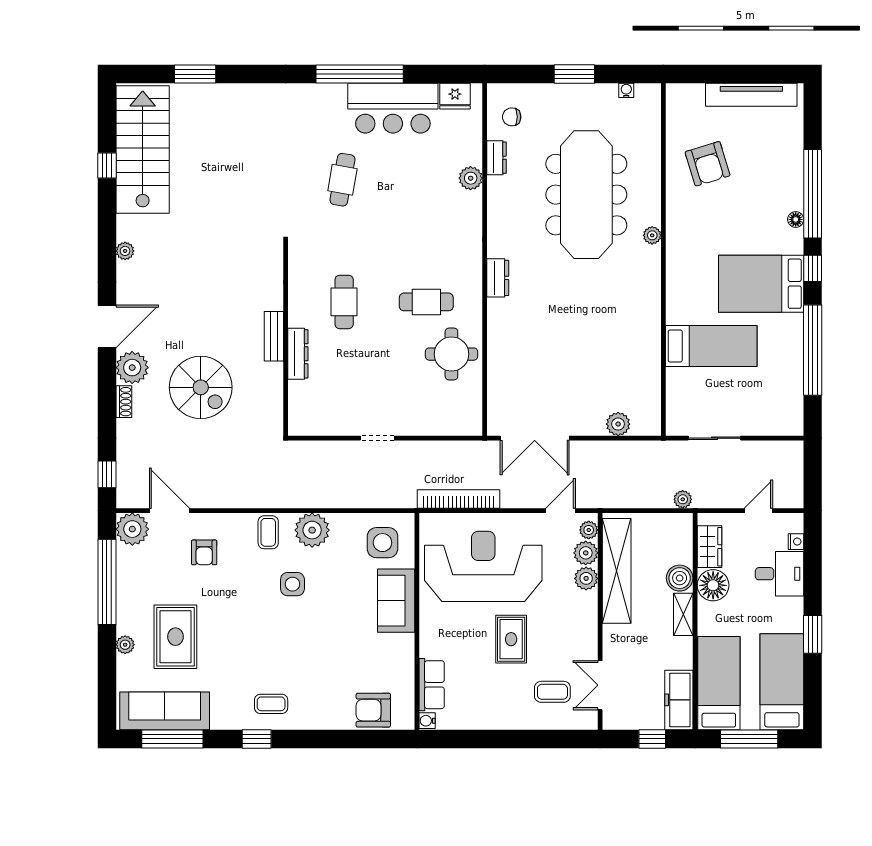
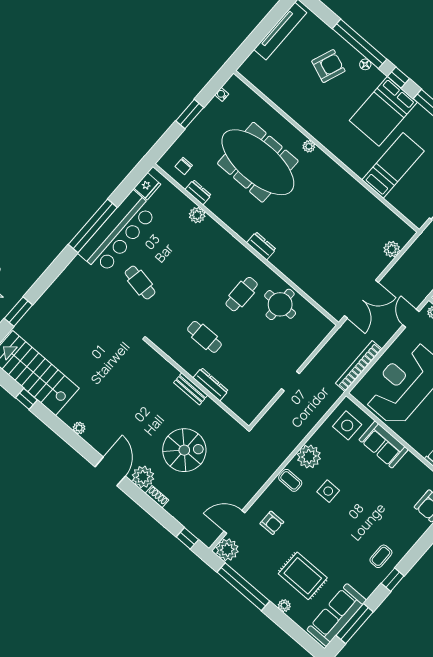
bar counter: (393, 108) -> (118, 232), width x1.36
armchair: (708, 164) -> (328, 66), moved, turned -52

